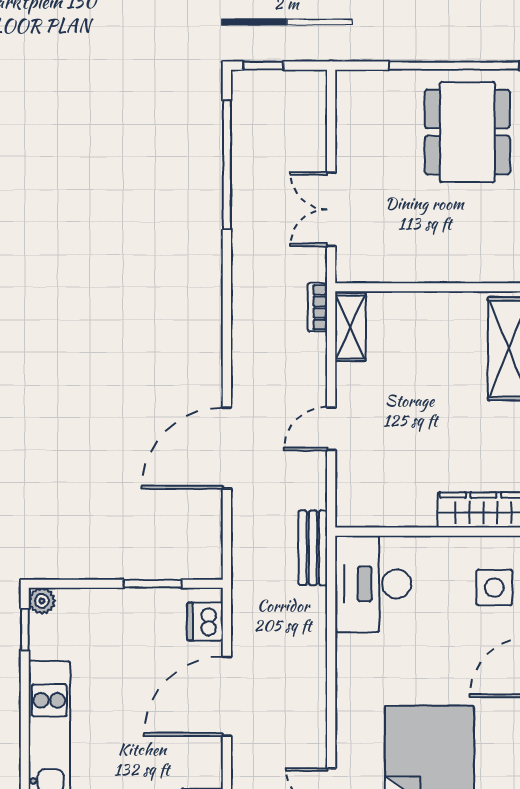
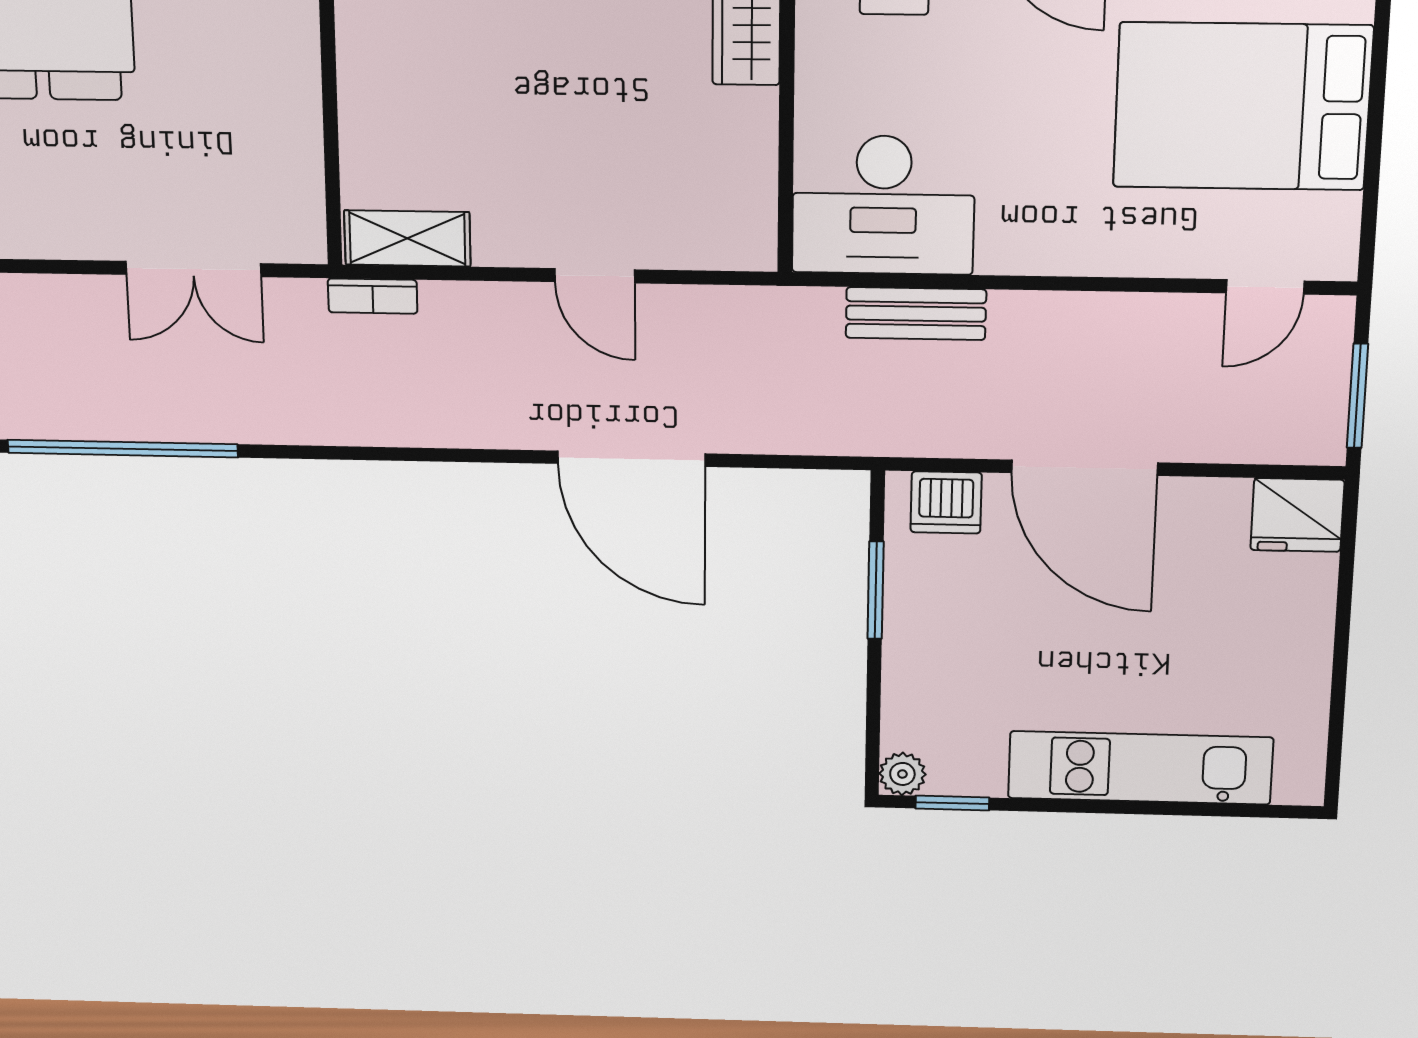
bench: (313, 548) -> (916, 314), moved

